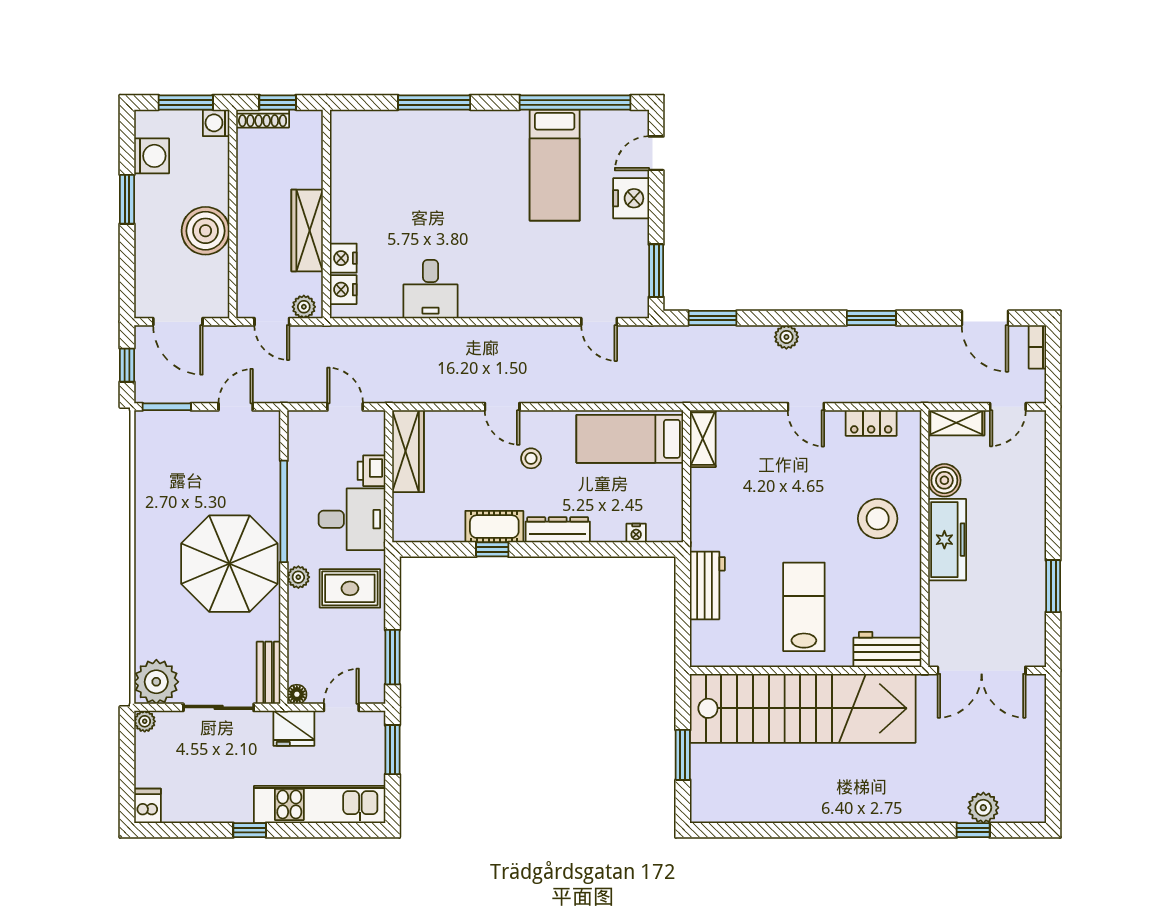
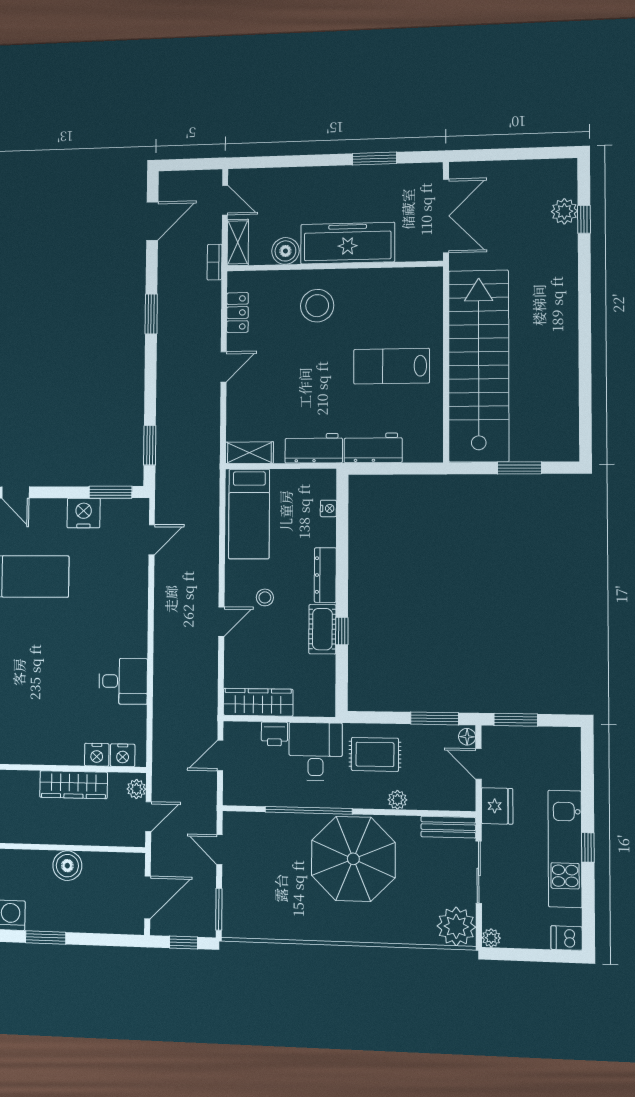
nightstand: (631, 198) -> (84, 513), moved
boiler: (206, 231) -> (67, 866), width x0.73, depth x0.73
plant: (786, 337) -> (166, 384), removed
bookcase: (1037, 347) -> (215, 262), moved, turned 90
freezer: (947, 540) -> (348, 243), width x1.36, depth x1.26
plant: (298, 577) -> (397, 800), moved
rug: (350, 588) -> (375, 754), turned 90
workbench: (887, 650) -> (314, 448), moved, turned 90
floor lamp: (297, 694) -> (467, 737), moved
kitchen unit: (320, 804) -> (565, 849), moved

